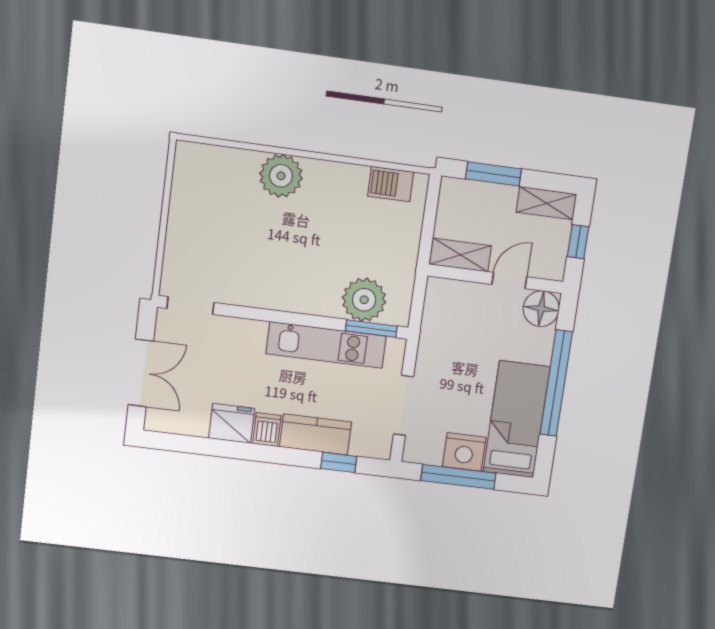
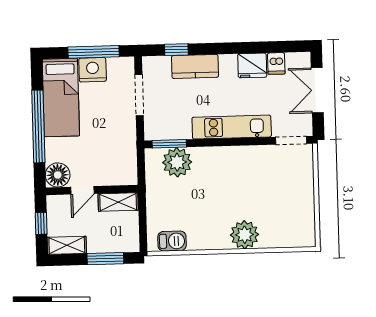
kitchen unit: (326, 345) -> (232, 127), moved
dishwasher: (267, 430) -> (276, 63), moved

